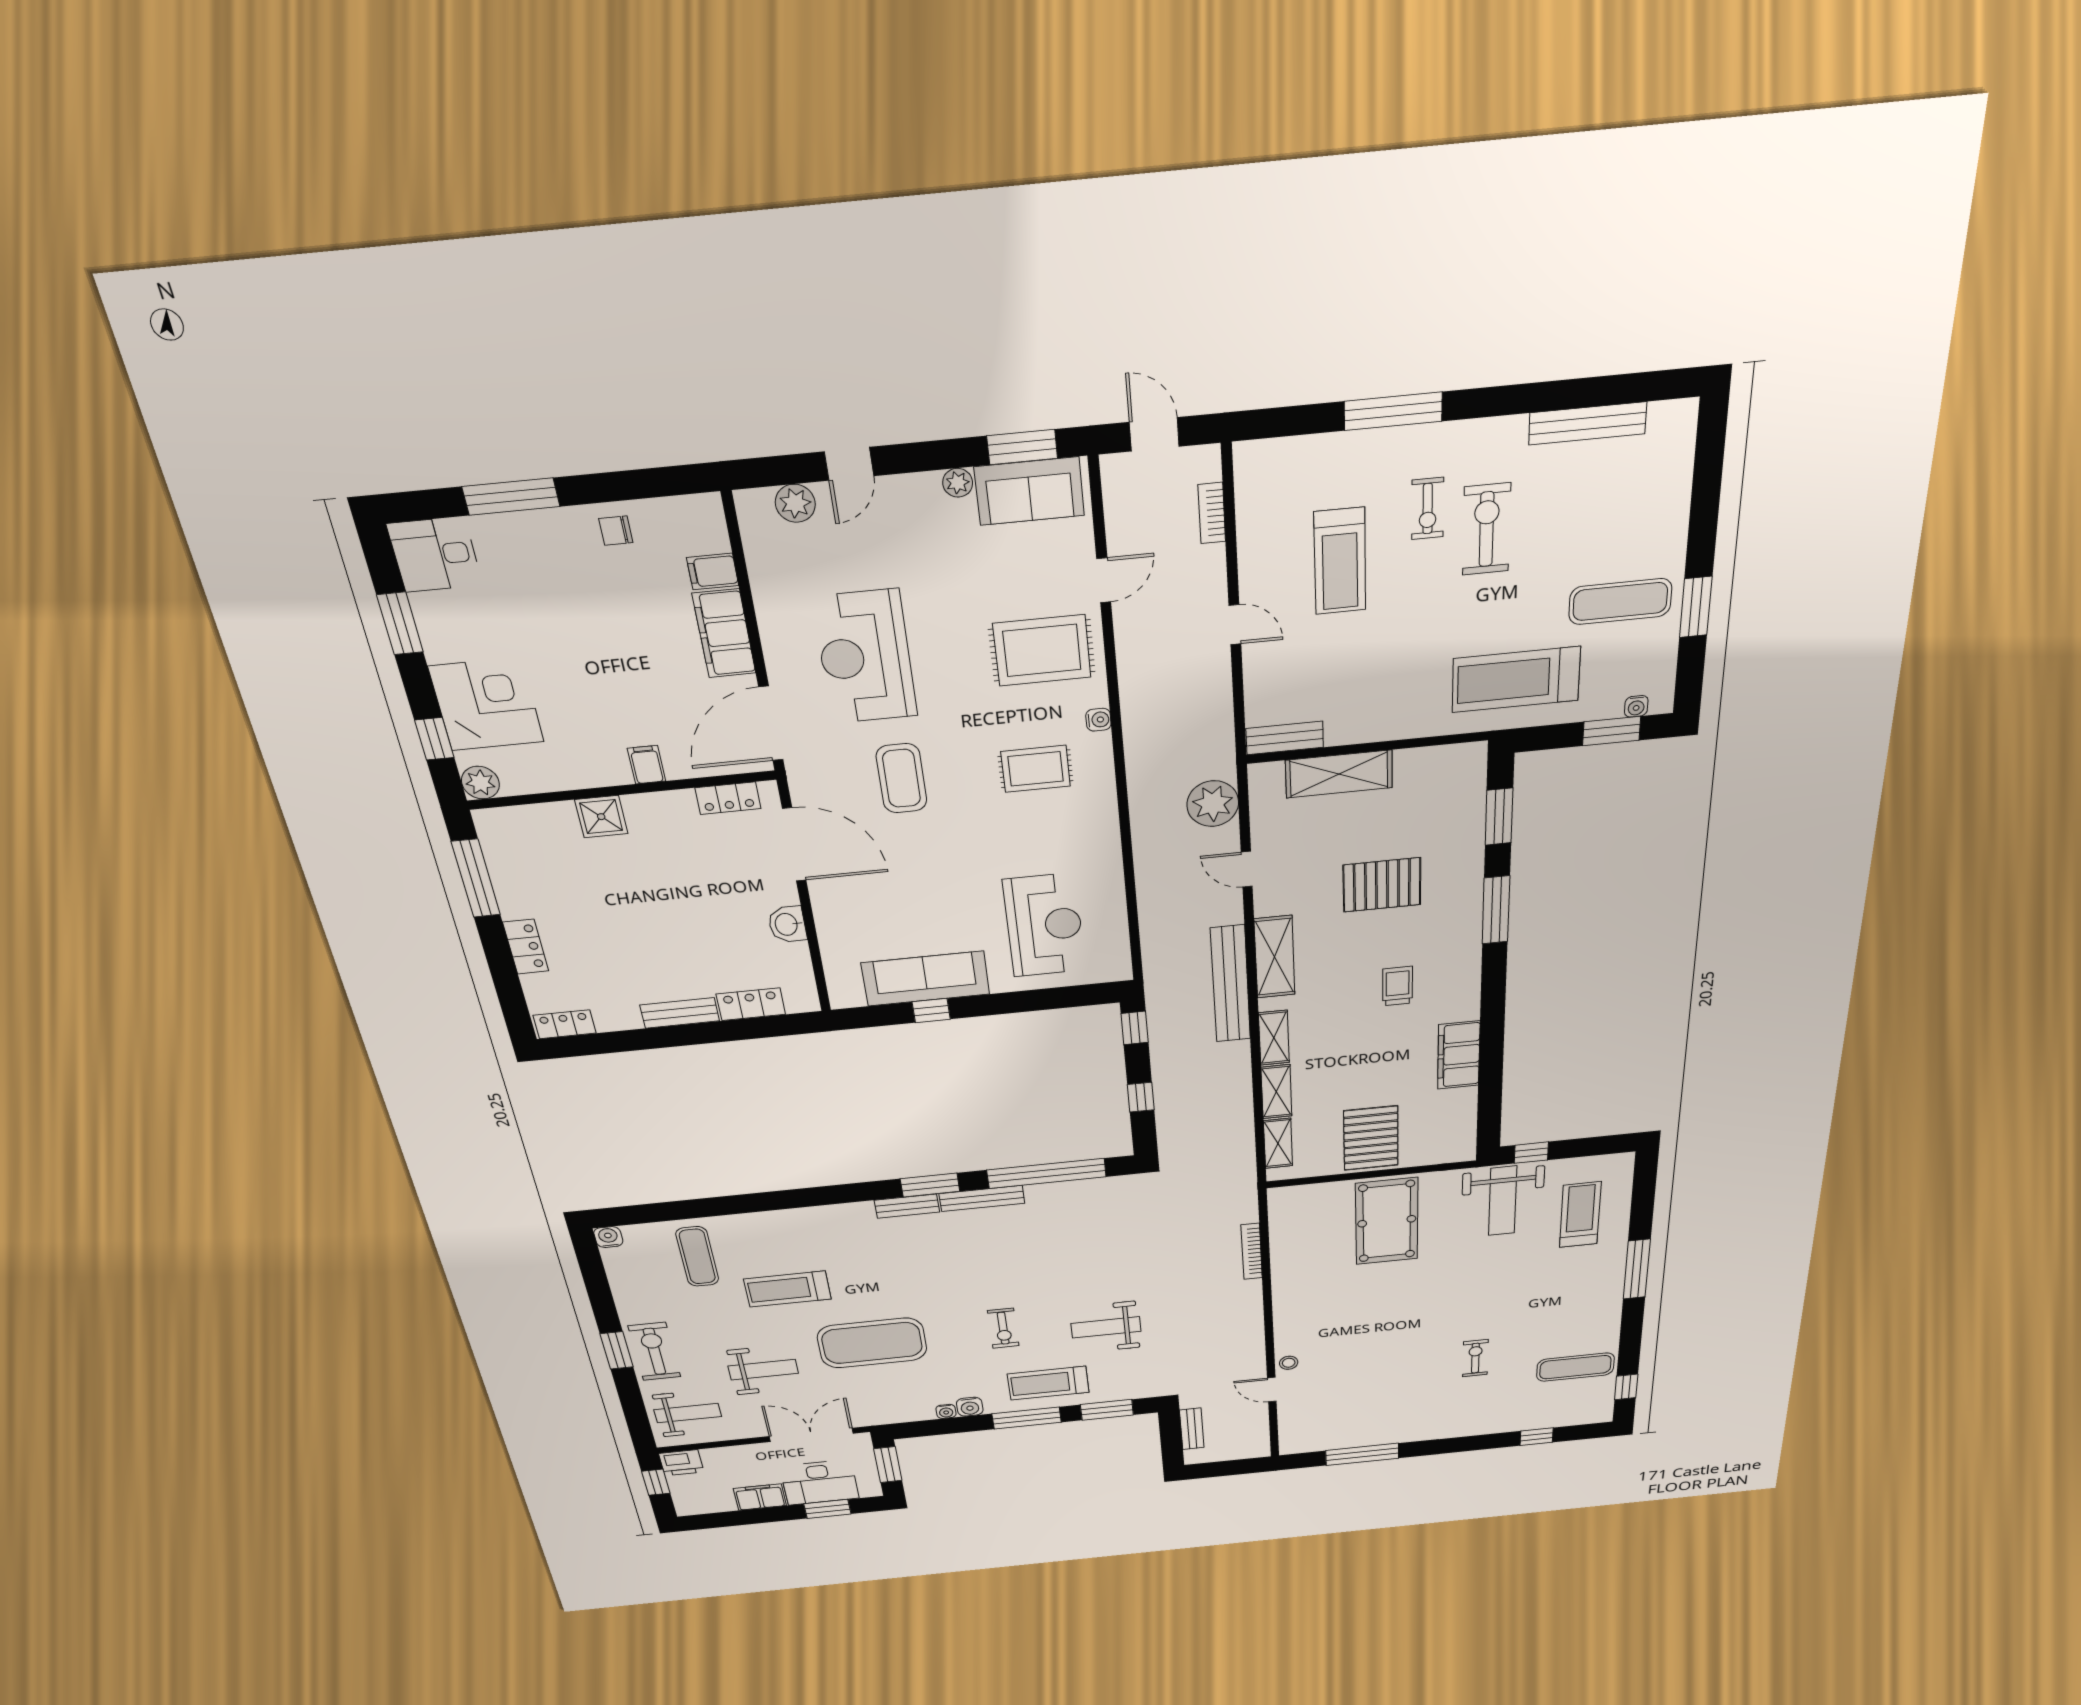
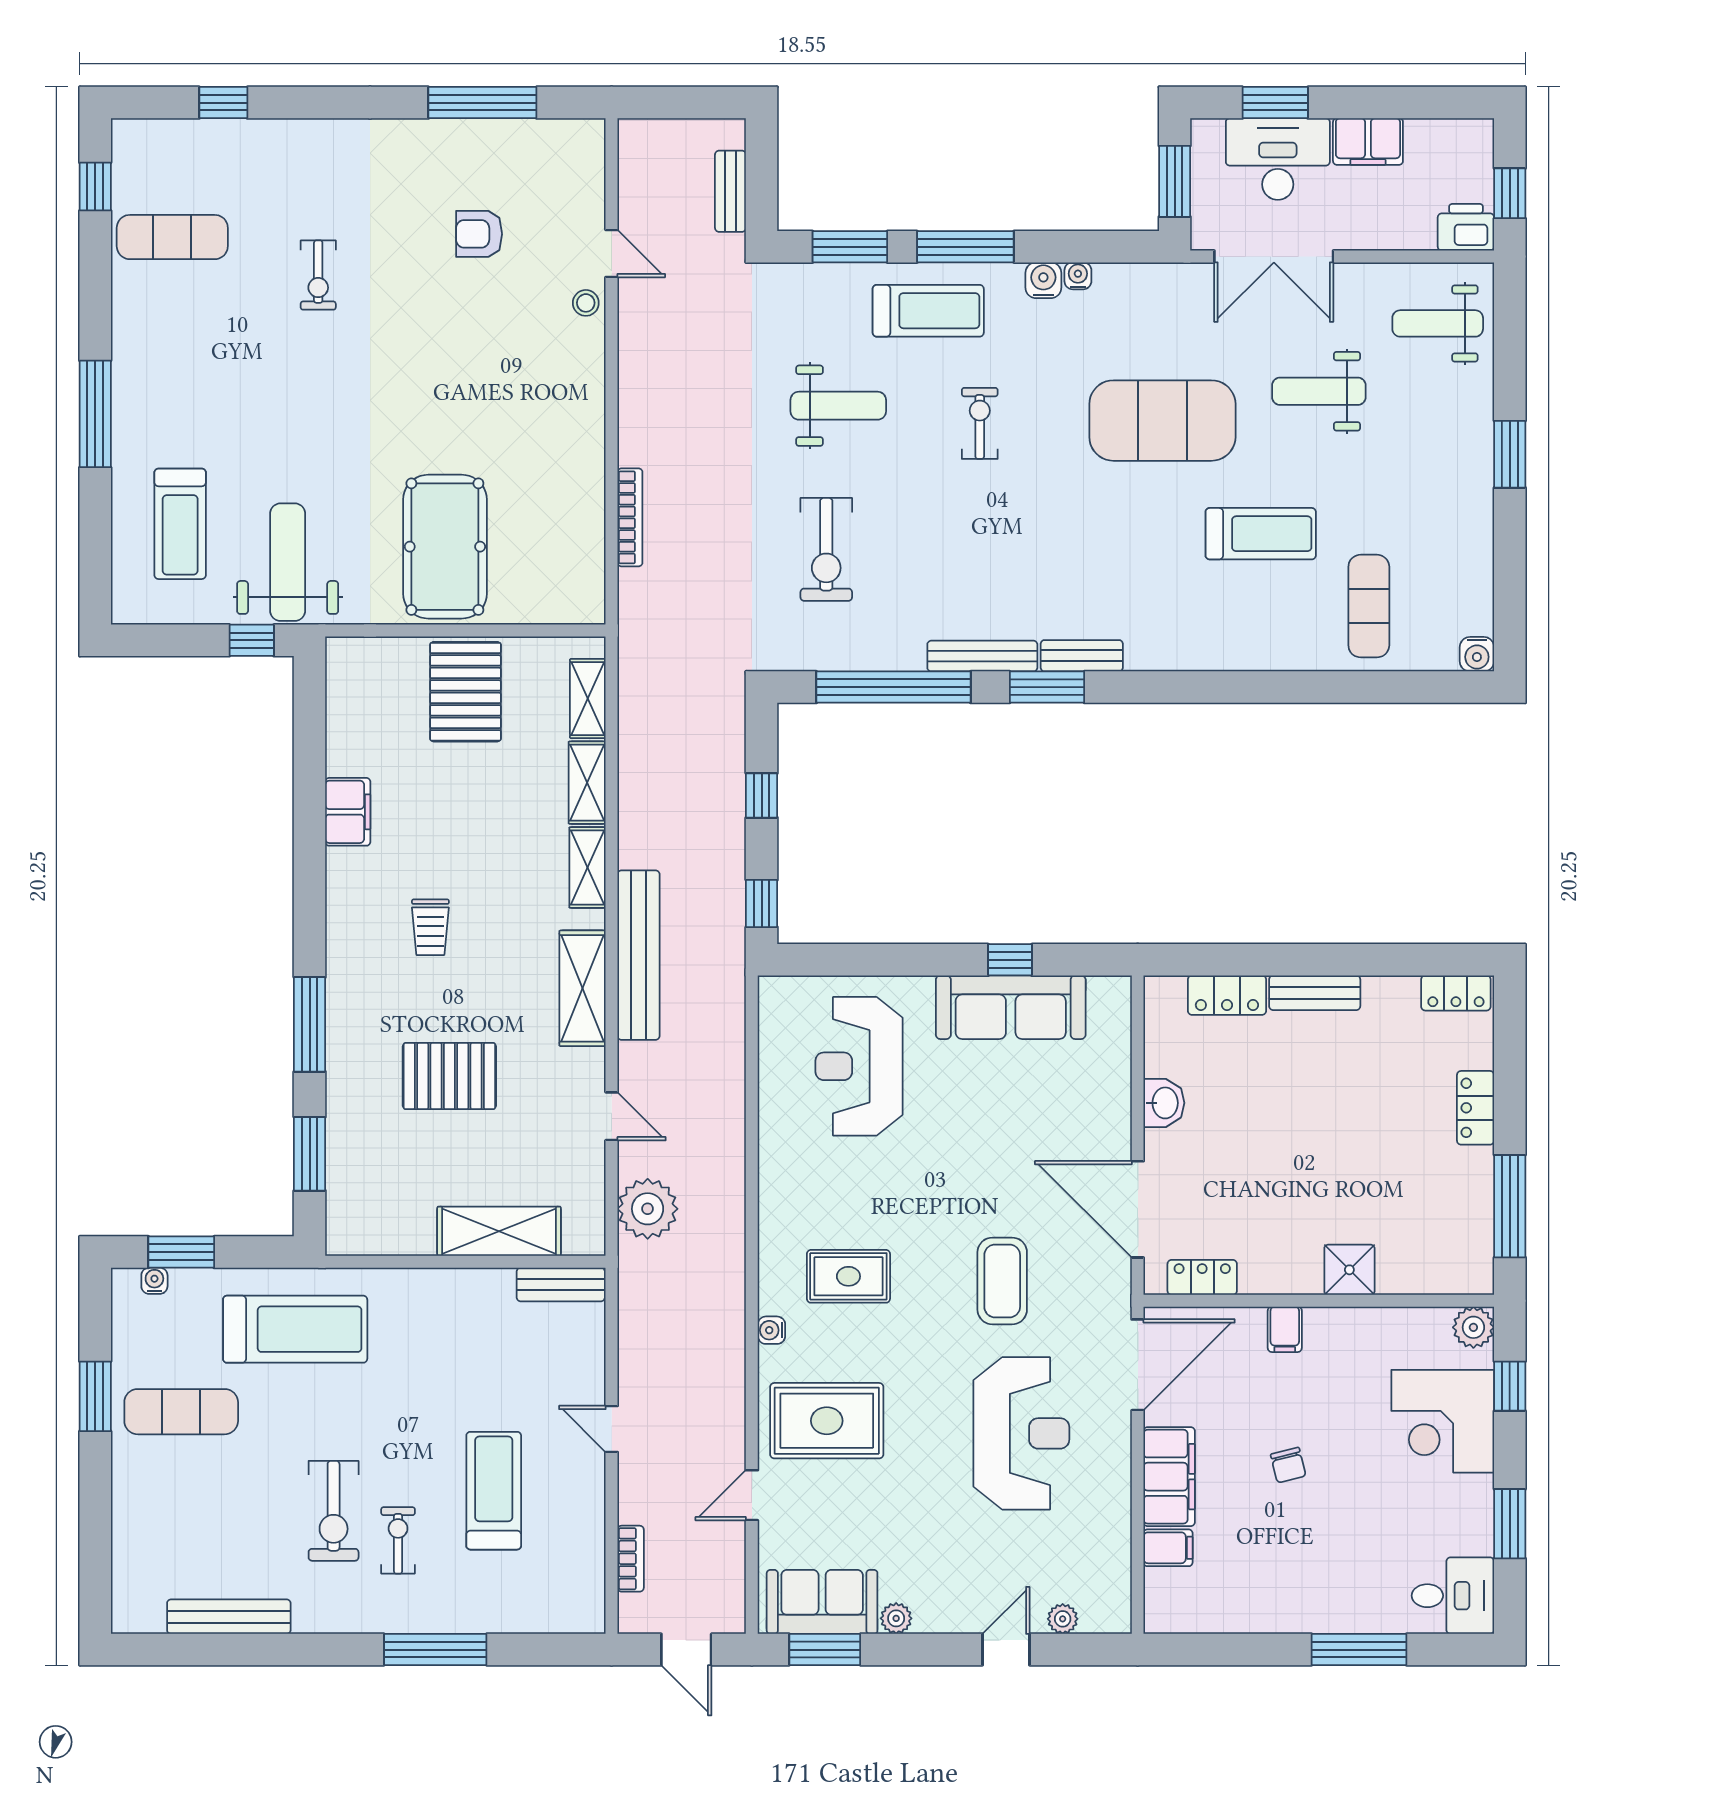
plant: (795, 503) -> (1063, 1619), width x0.73, depth x0.73
chair: (616, 531) -> (1288, 1465), moved, turned 76
filing cabinet: (1459, 1055) -> (348, 812), width x0.67, depth x0.86
exercise bike: (654, 1351) -> (826, 549), moved
armchair: (1364, 1390) -> (479, 234), added

